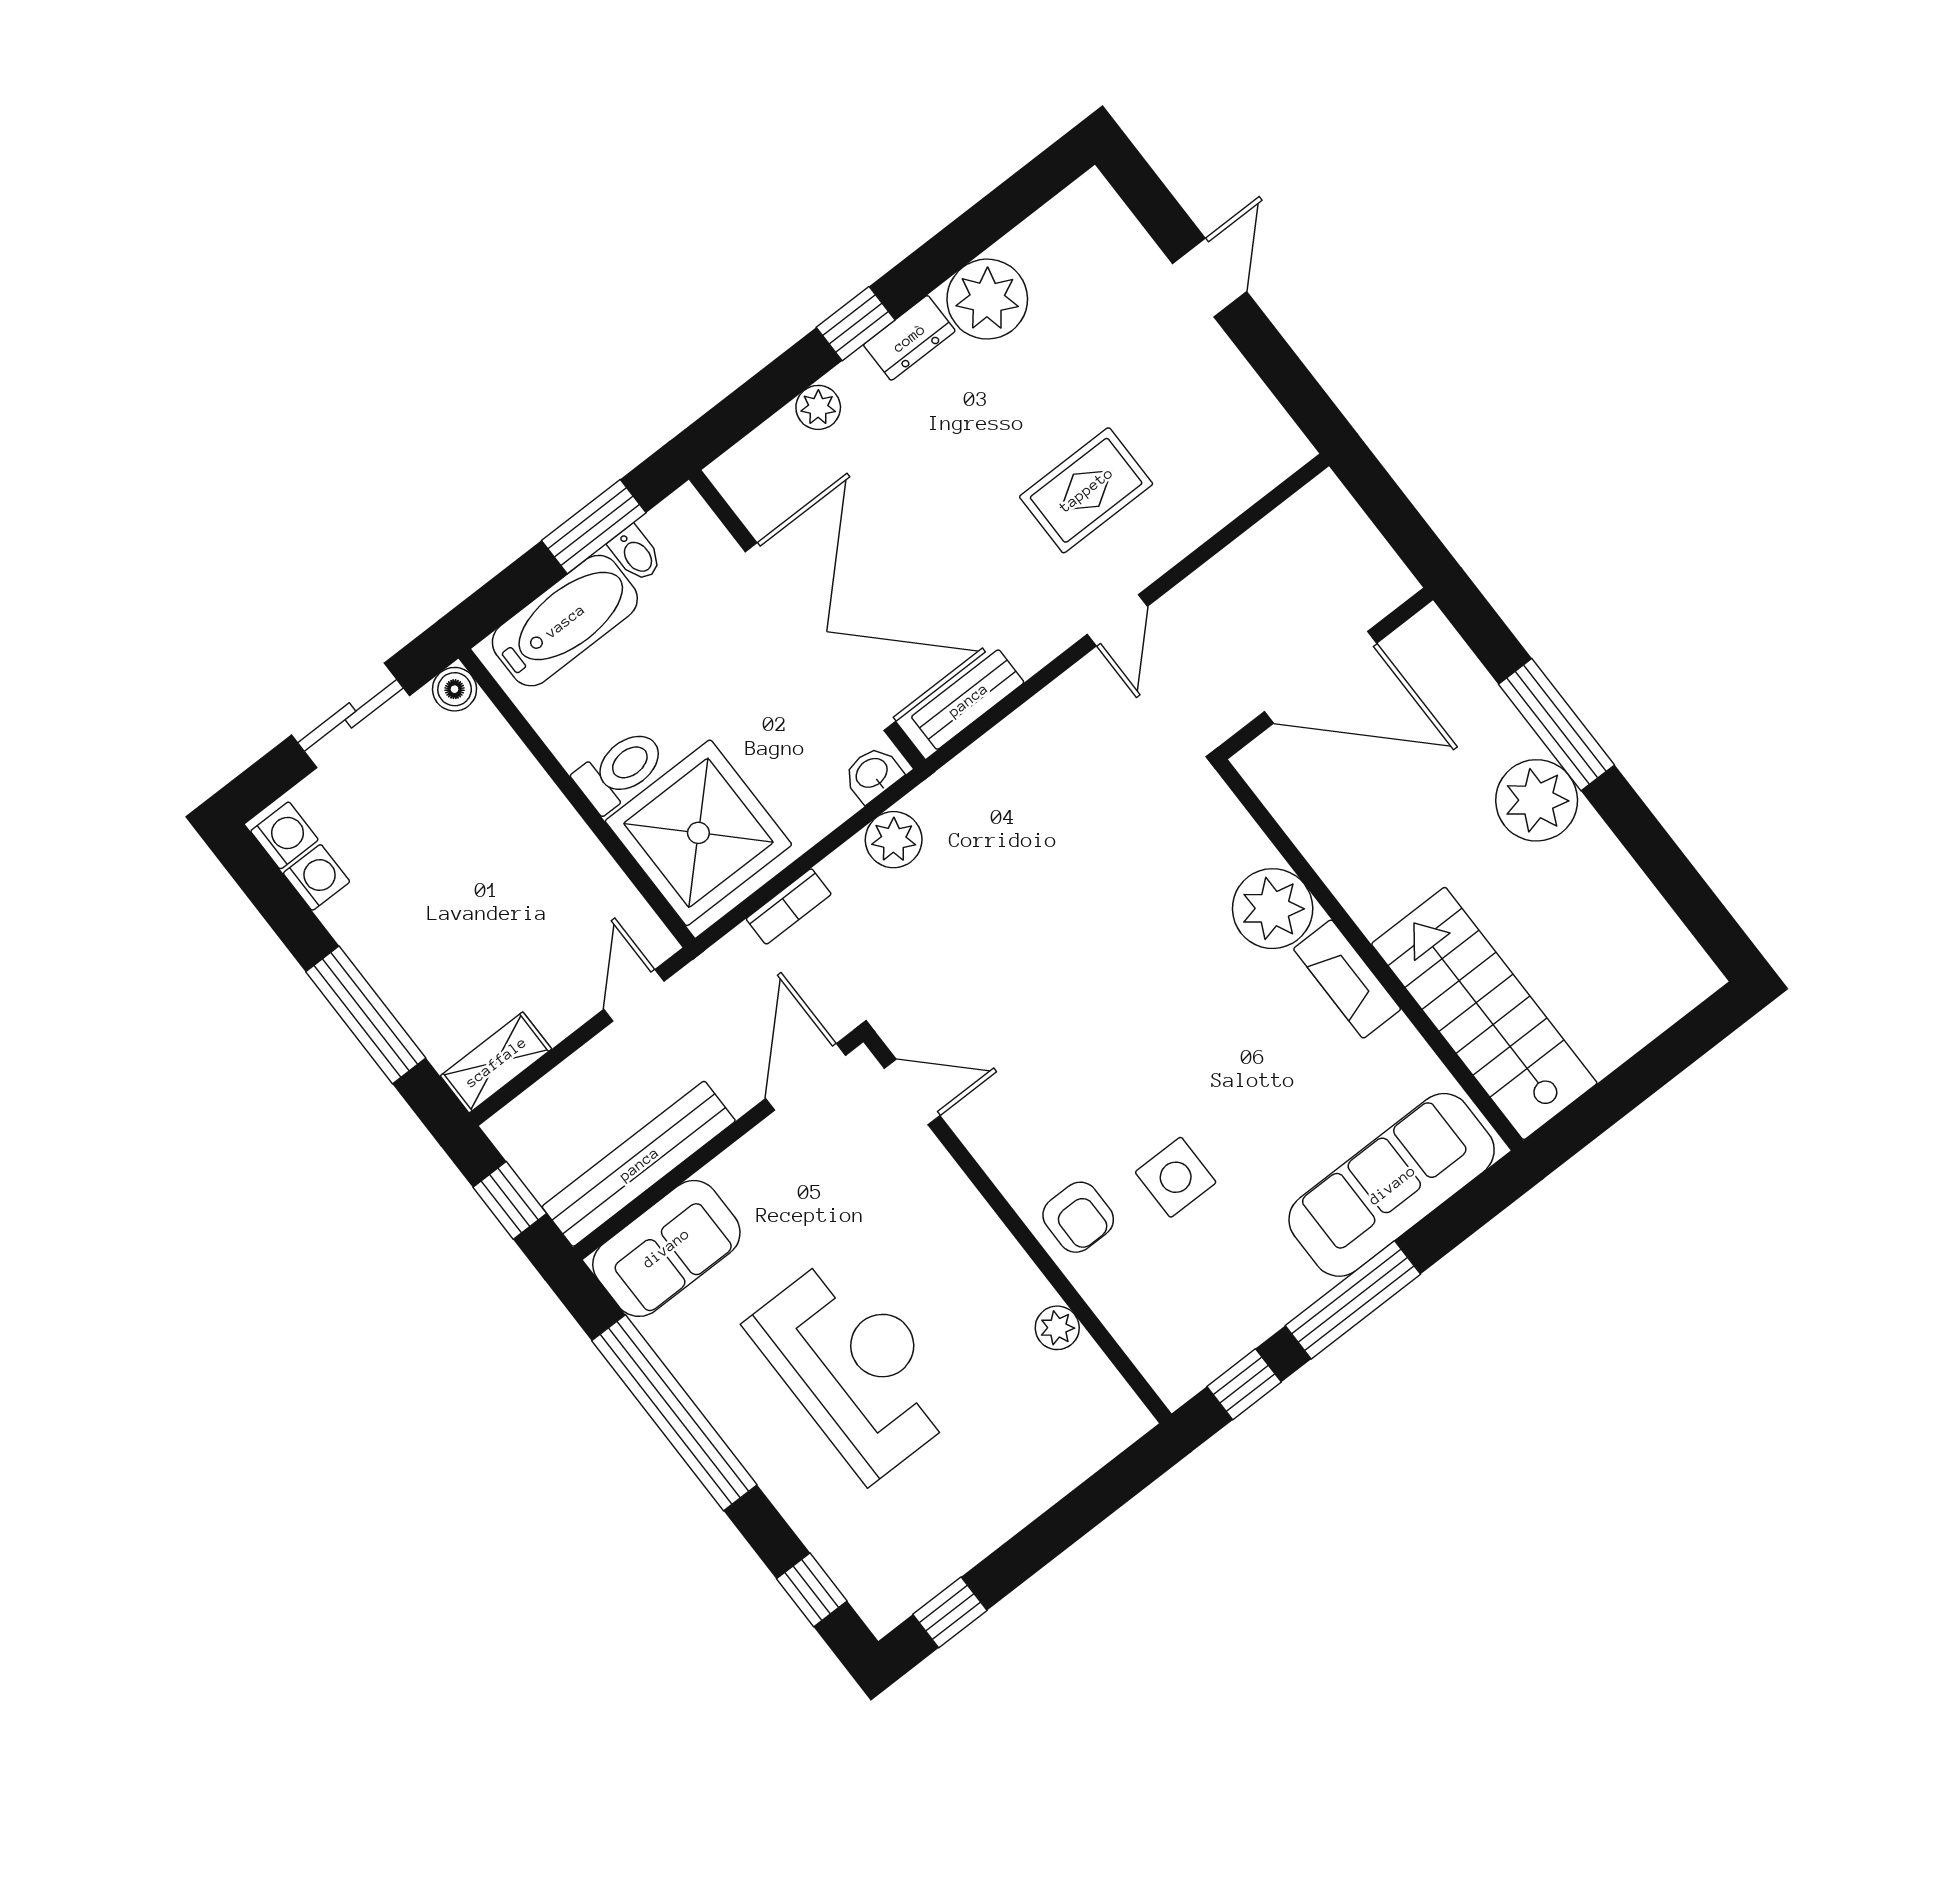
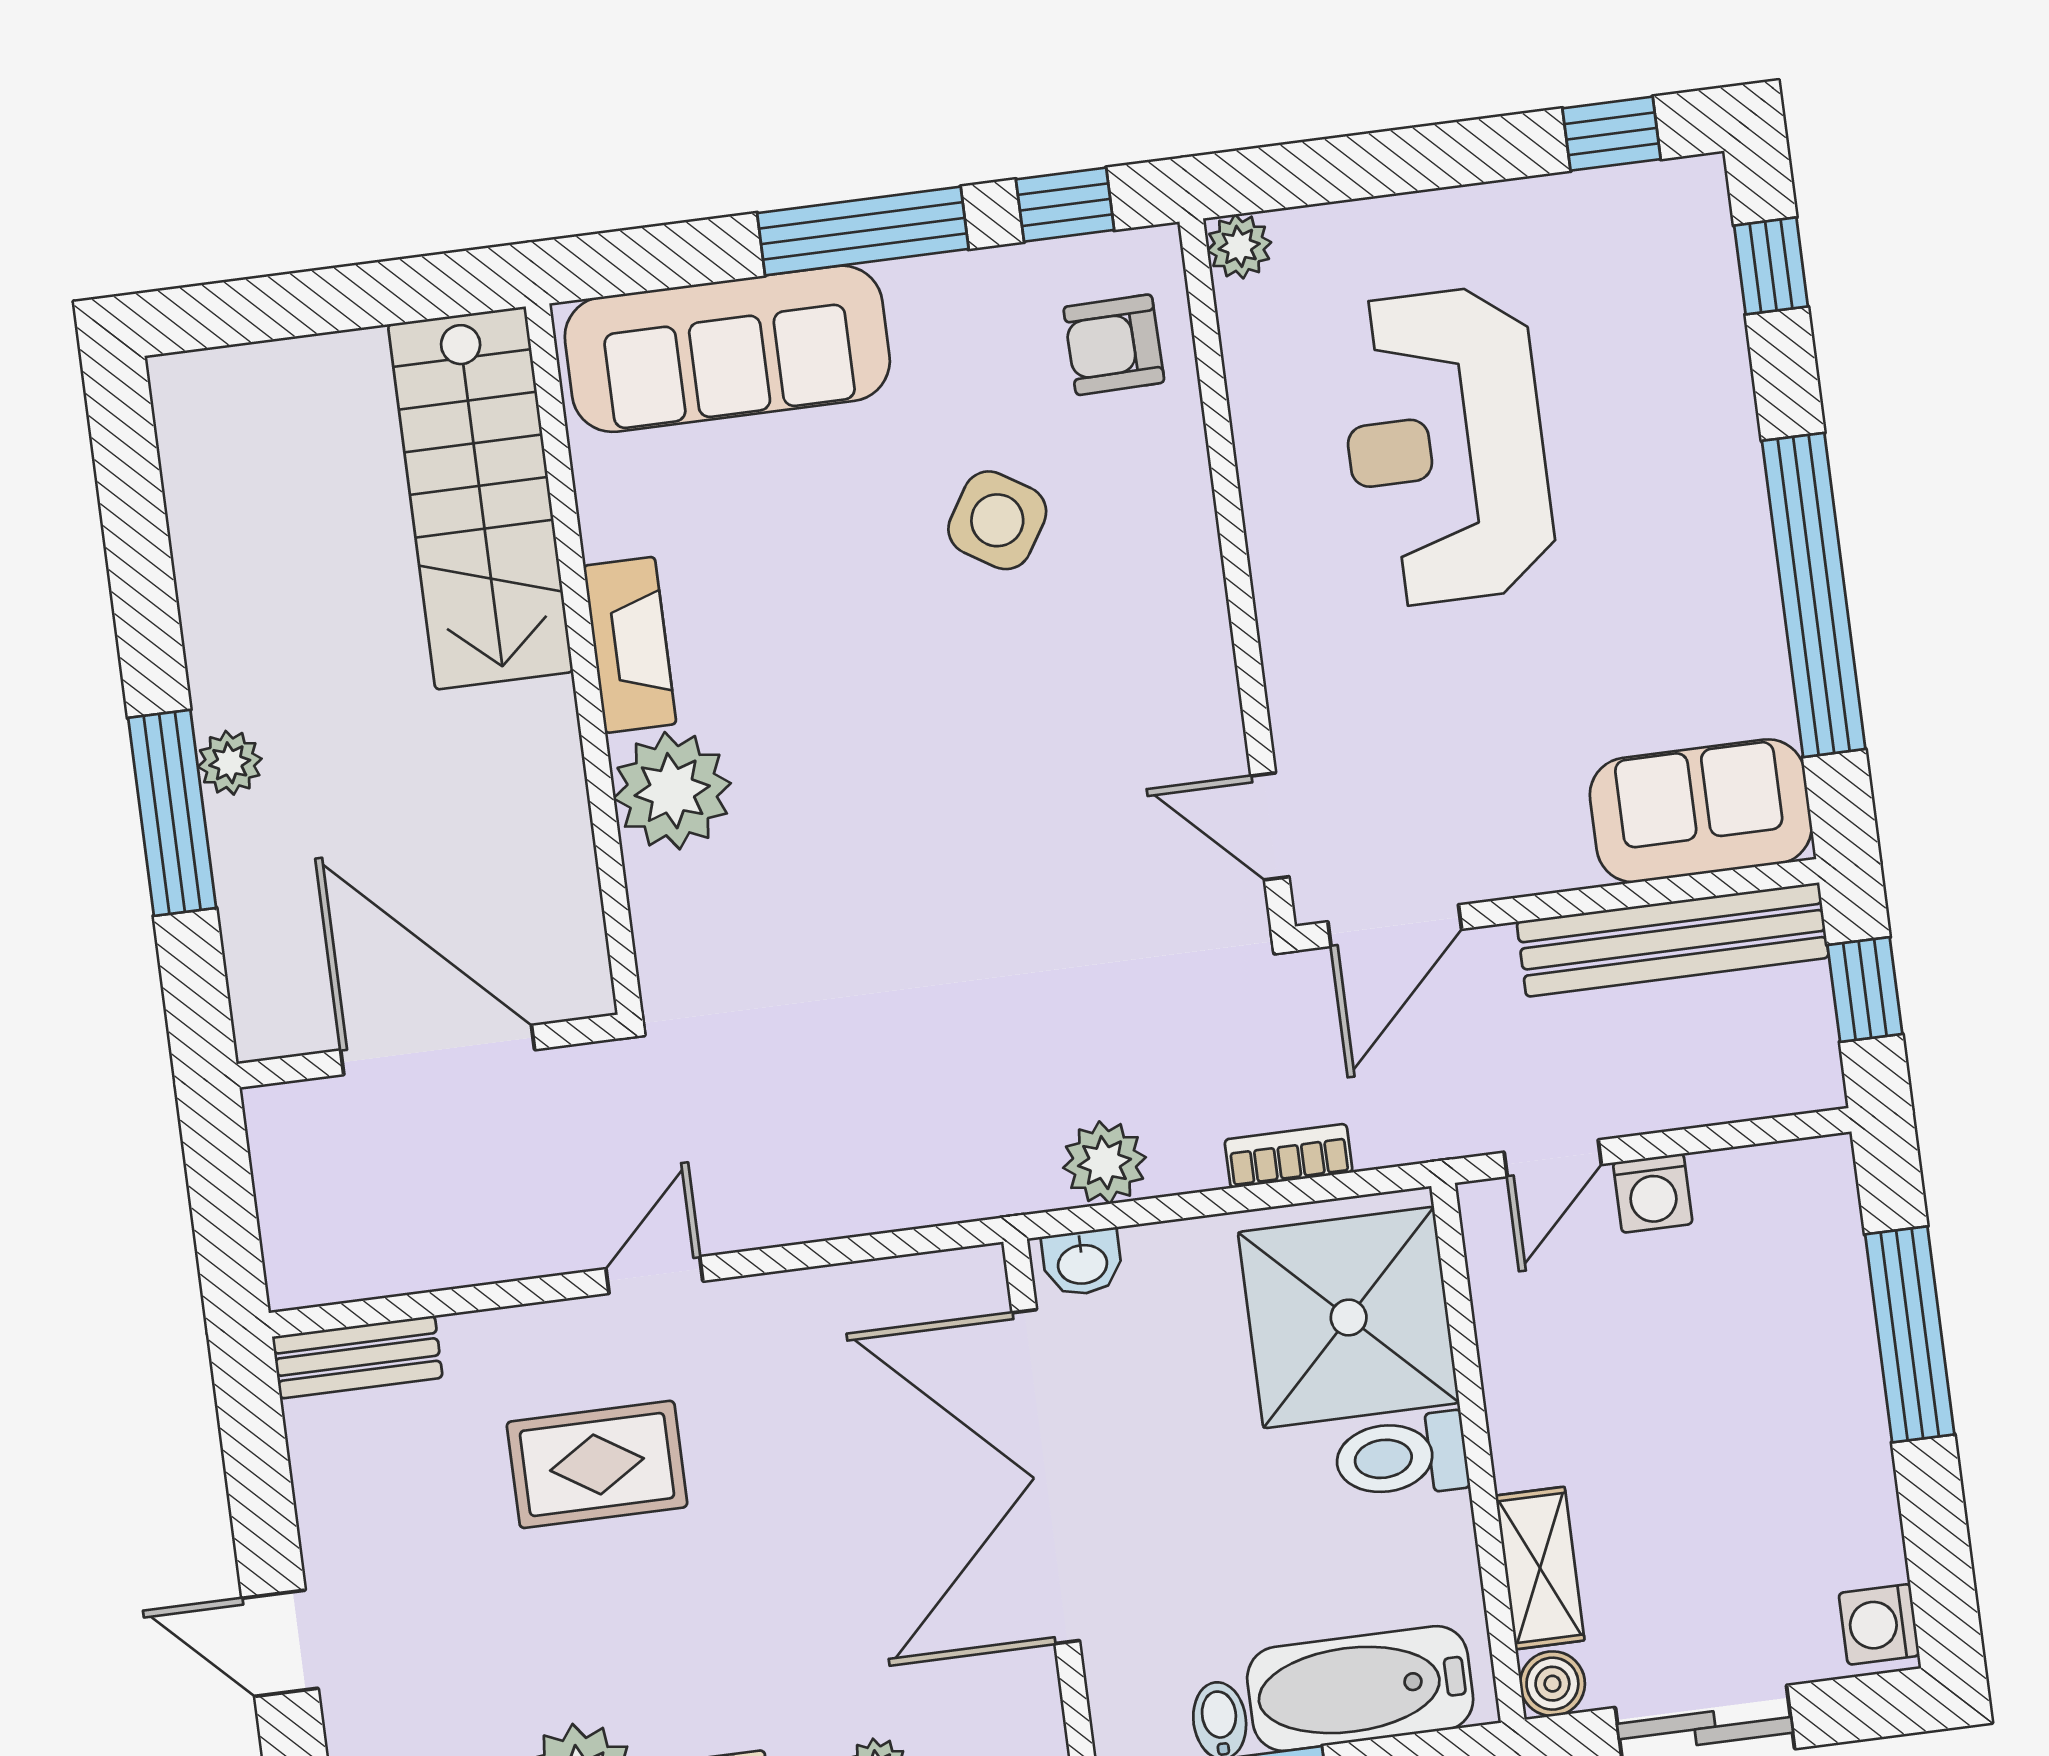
door: (1210, 278) -> (280, 1643), hinge flipped
bench: (968, 700) -> (357, 1357), moved
plant: (1537, 800) -> (230, 763), width x0.53, depth x0.53
washing machine: (316, 877) -> (1653, 1193), moved, turned -90
shelving: (496, 1062) -> (1540, 1568), moved, turned 90
side table: (1176, 1177) -> (997, 520), turned 32
armchair: (1078, 1217) -> (1114, 345), moved, turned -91
plant: (1057, 1328) -> (1239, 246), moved
reception desk: (855, 1366) -> (1446, 446), moved

